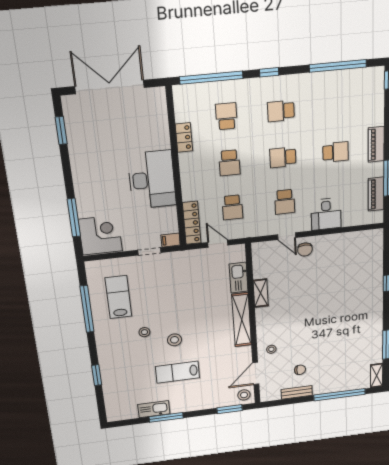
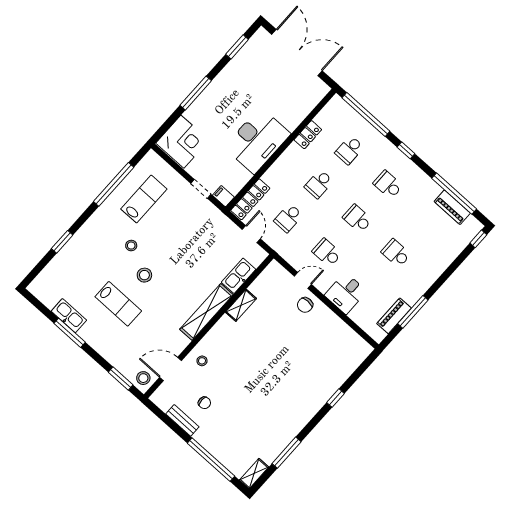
school desk: (226, 116) -> (349, 150), turned 180
piano: (376, 144) -> (452, 207), moved, turned -90
school desk: (336, 152) -> (396, 253), turned 180
school desk: (285, 202) -> (327, 253), turned 90
window: (74, 218) -> (196, 93), moved
door: (287, 236) -> (303, 280), swing flipped
lab bench: (177, 372) -> (118, 304), turned 180

